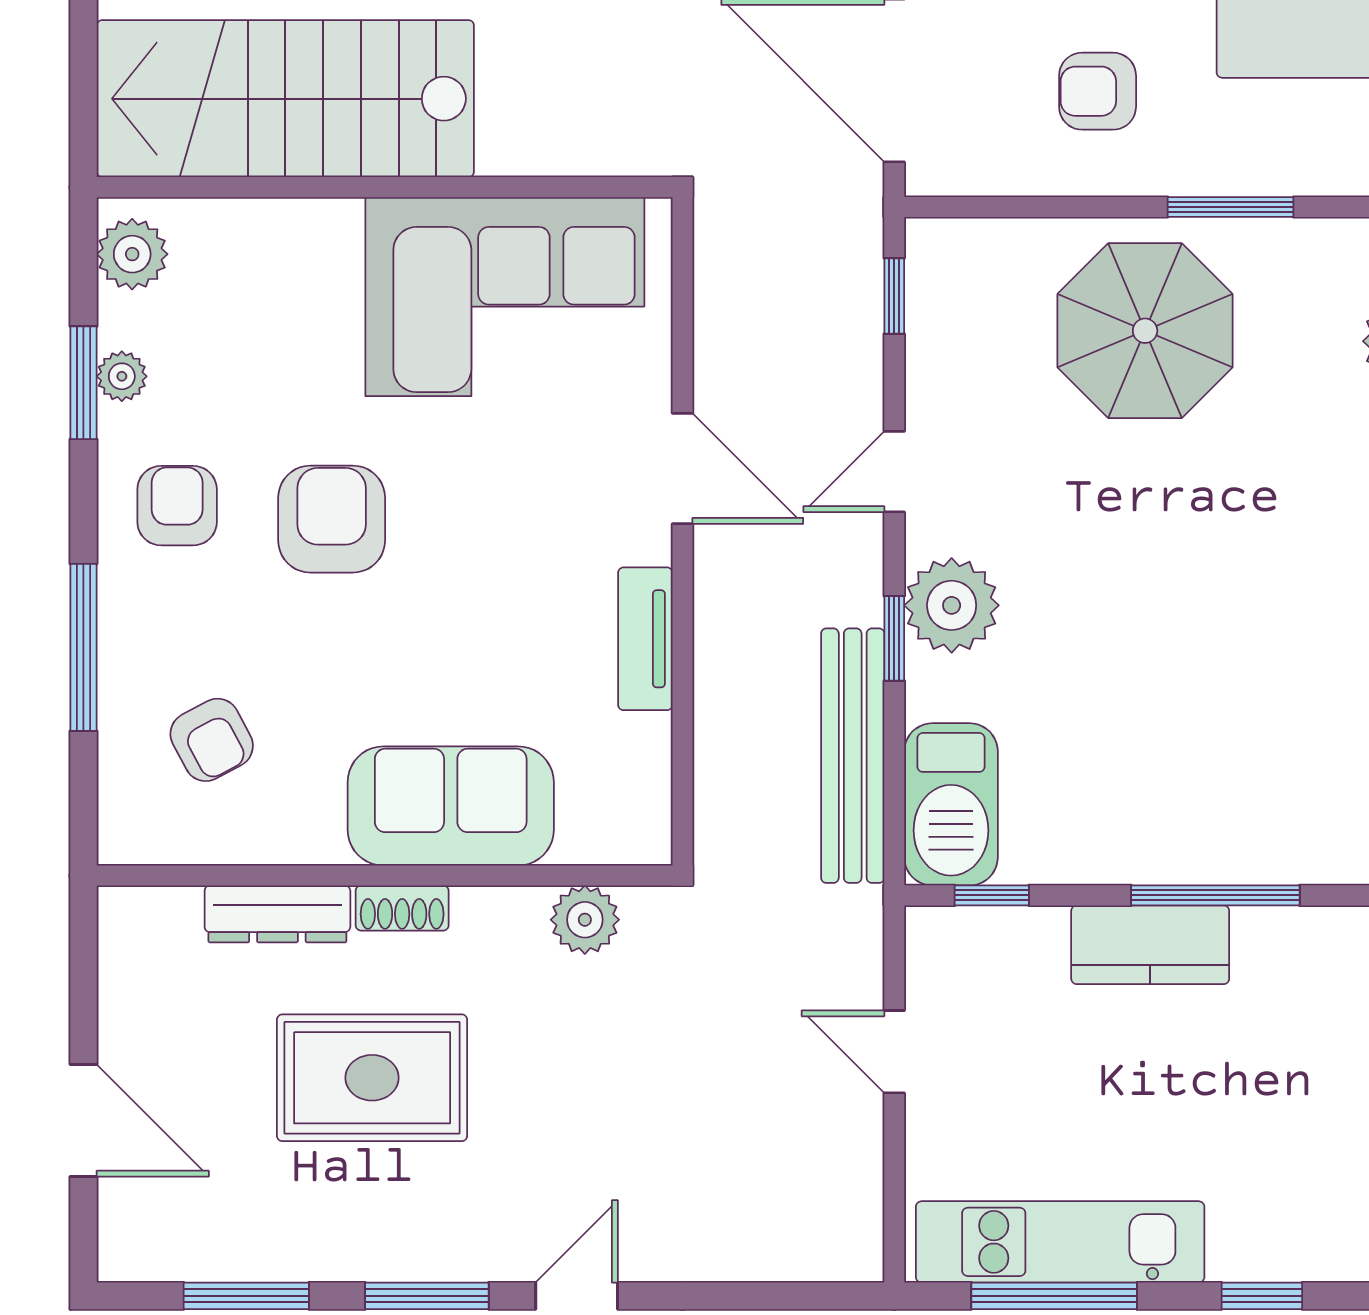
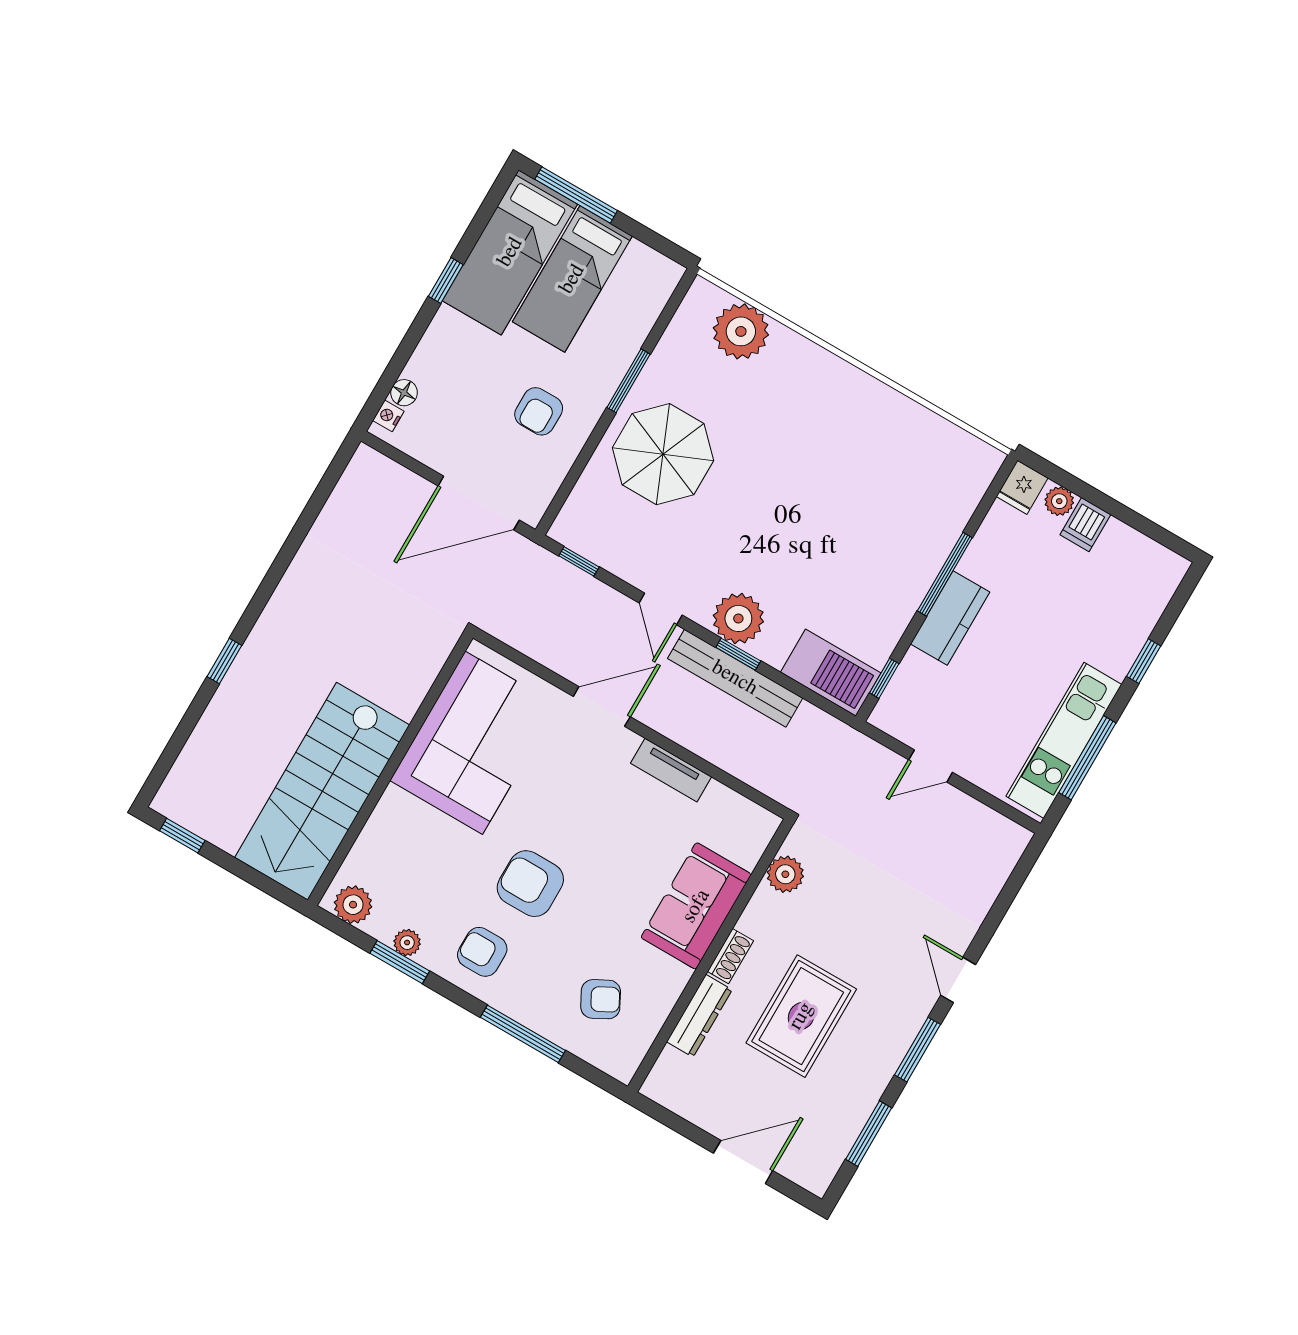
bench: (853, 756) -> (735, 678), moved

